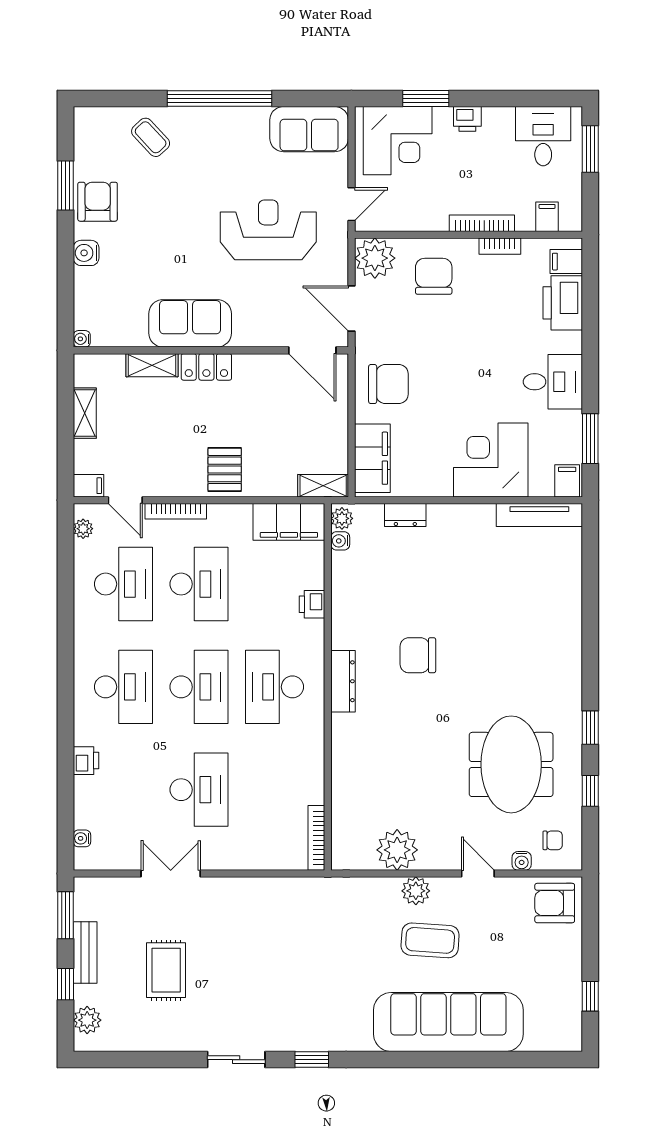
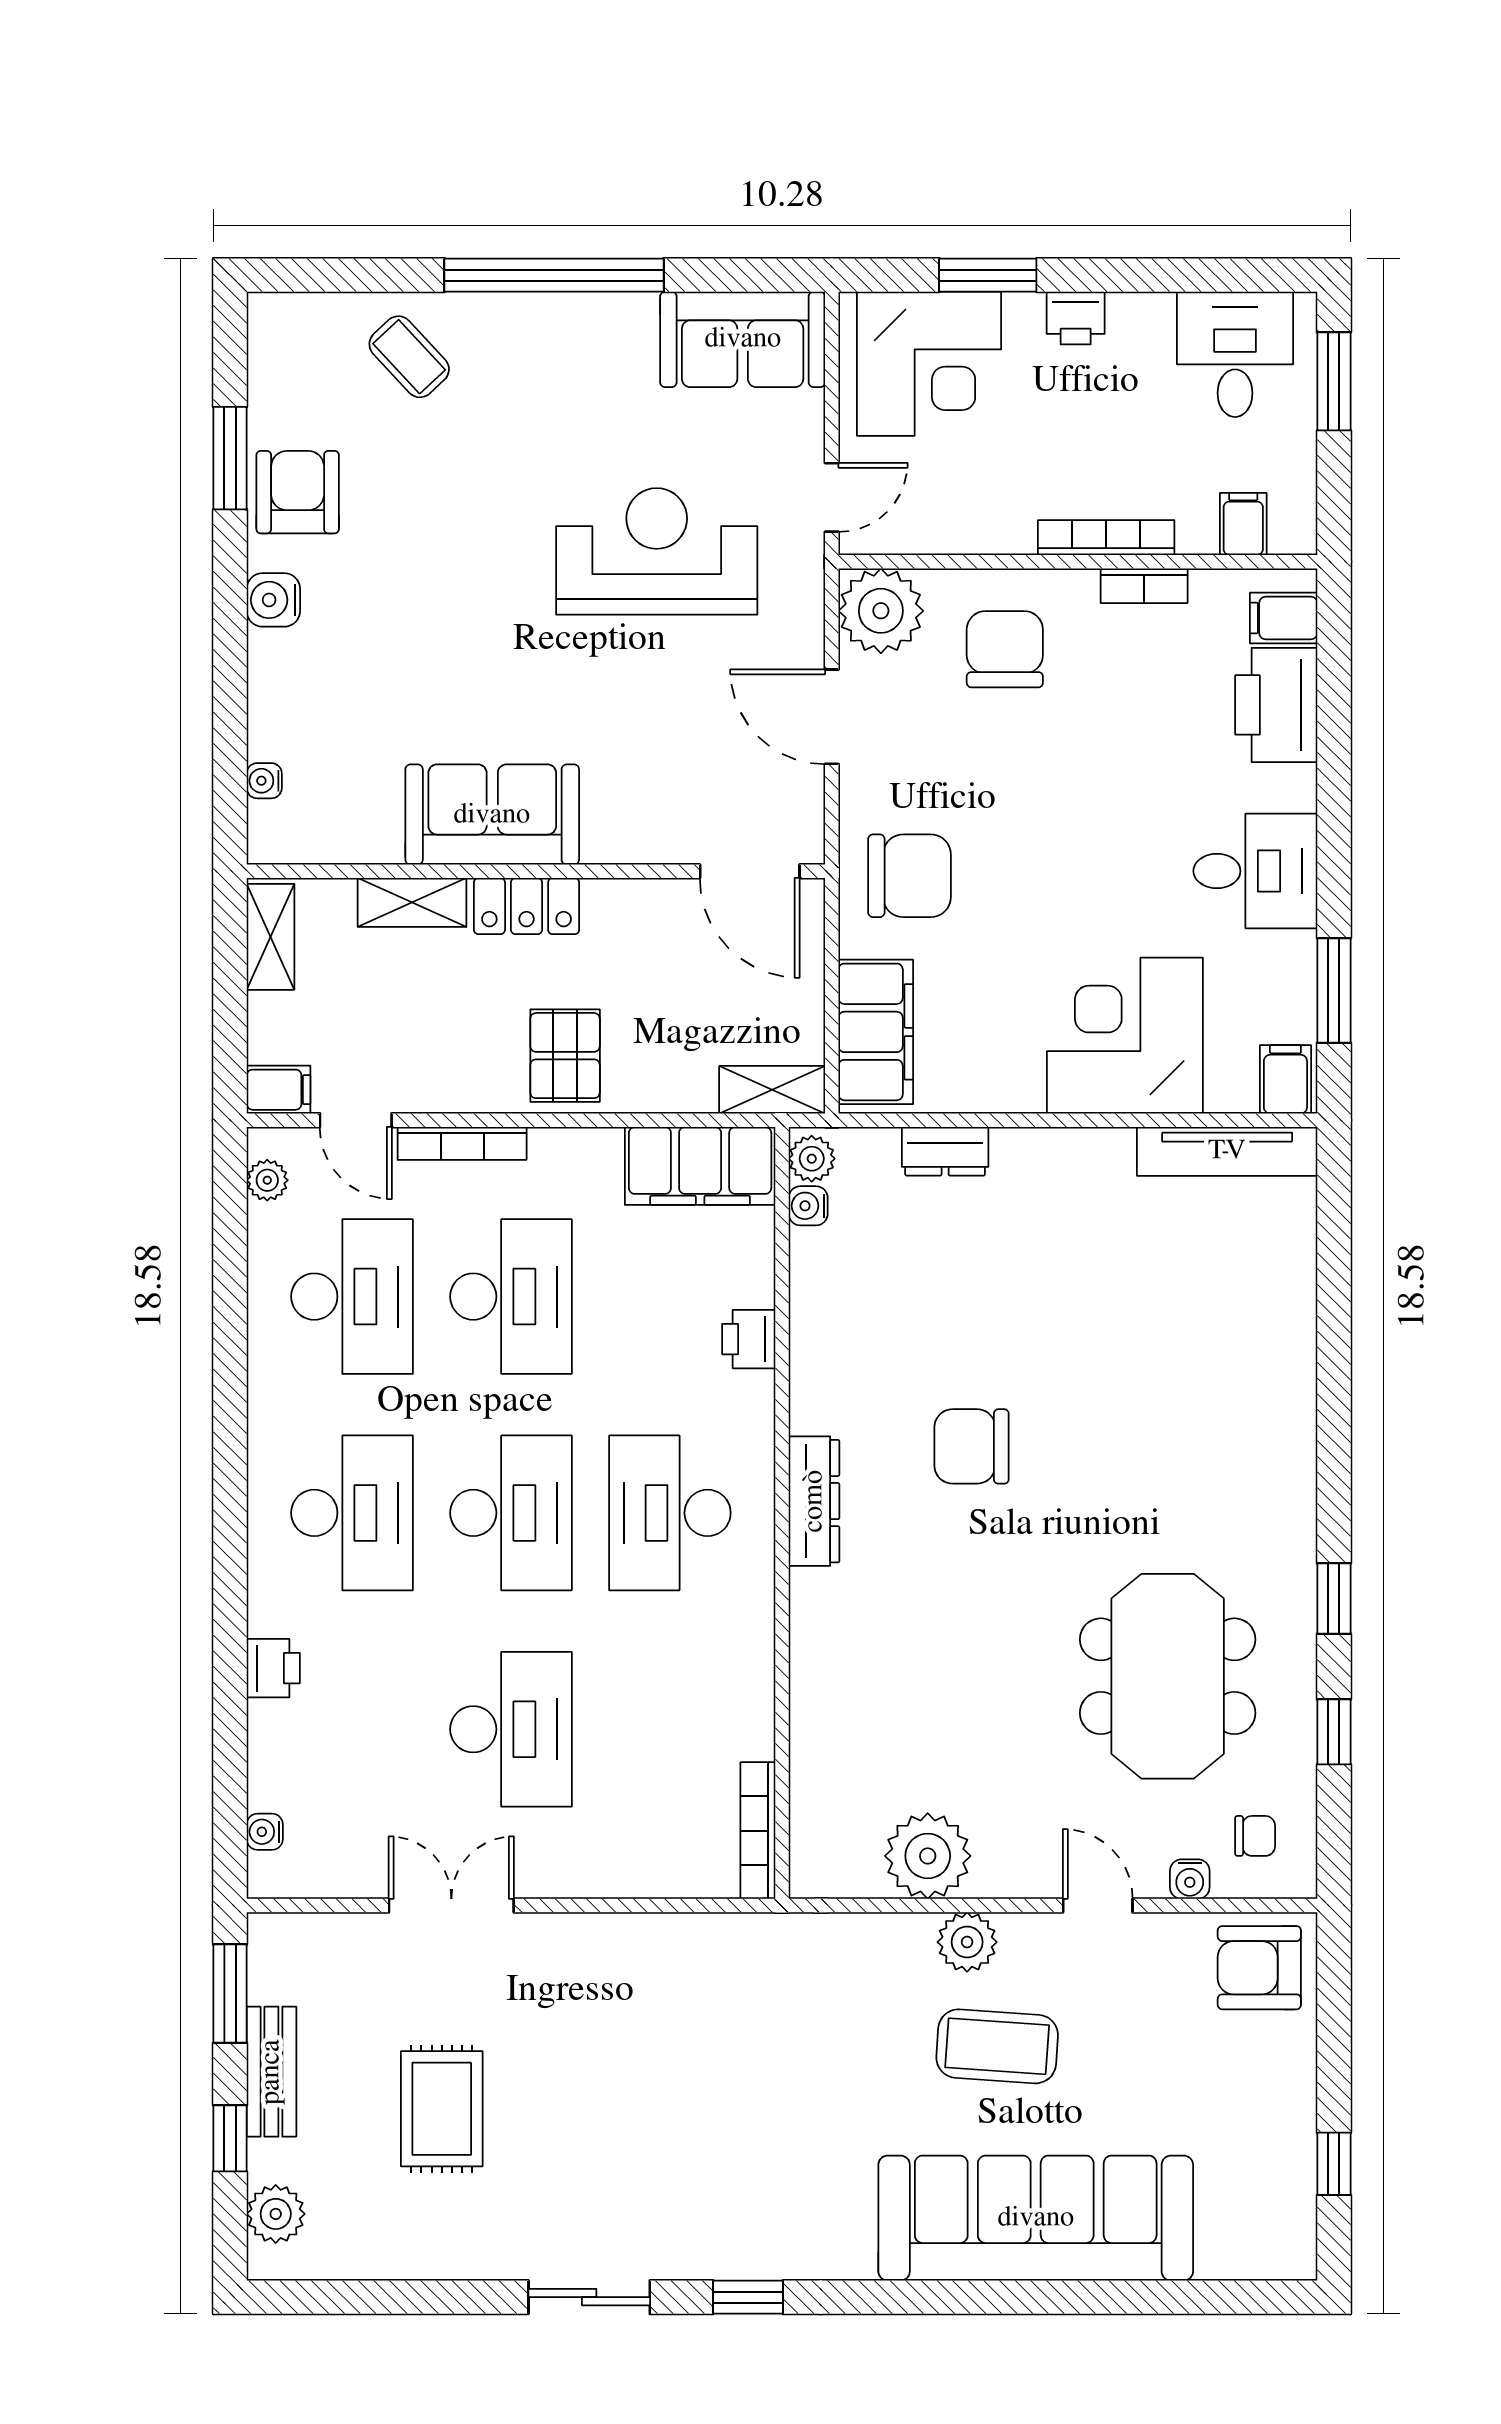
sofa: (190, 323) -> (492, 815), moved
wall: (211, 350) -> (536, 871), moved
door: (312, 350) -> (750, 871), moved
shelving: (152, 365) -> (412, 902), moved
locker: (206, 367) -> (527, 906), moved

